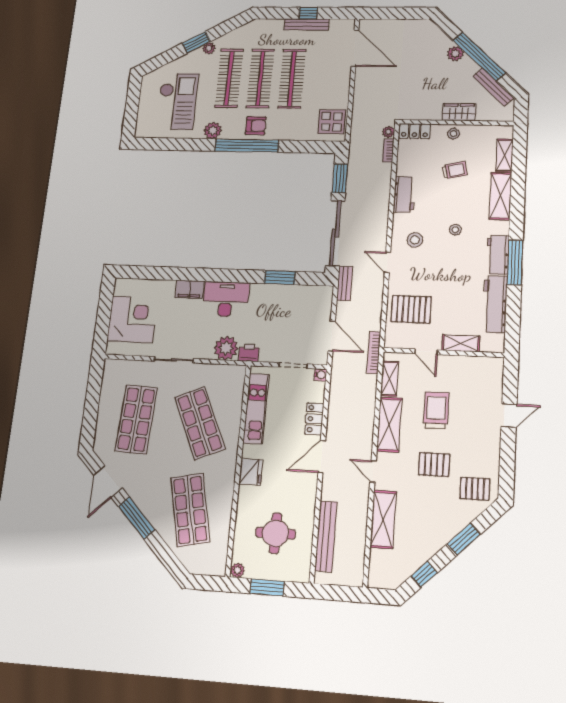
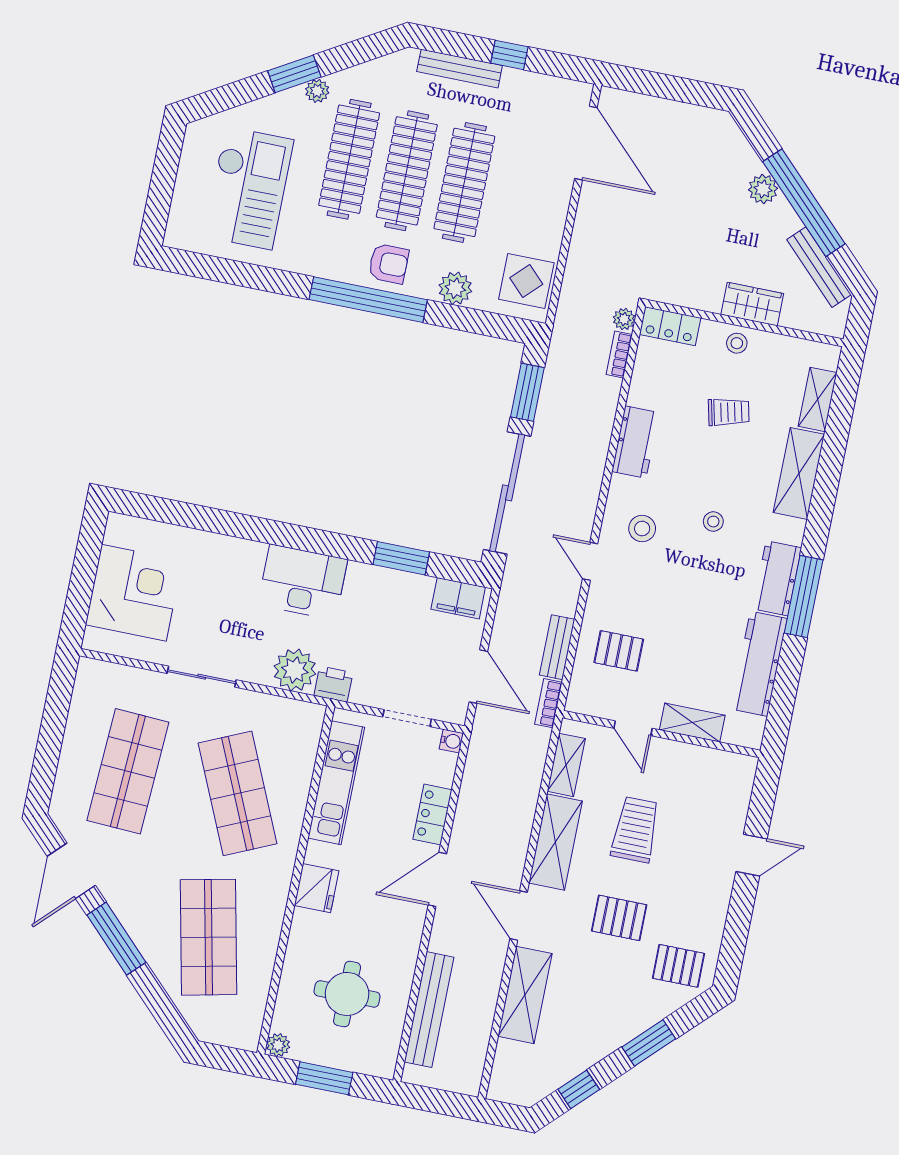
bench: (306, 24) -> (460, 69), moved
plant: (213, 131) -> (455, 288), moved
bench: (345, 284) -> (557, 647), moved
filing cabinet: (190, 289) -> (458, 598), moved
pallet: (411, 309) -> (619, 651), width x0.67, depth x0.71
bookcase: (374, 352) -> (548, 703), width x0.64
door: (373, 471) -> (519, 916), width x1.37

